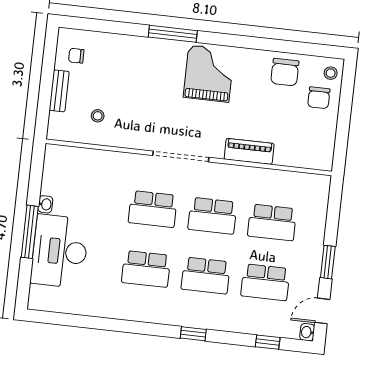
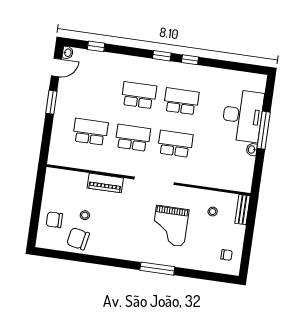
chair: (285, 72) -> (78, 239), turned -79
stool: (331, 73) -> (85, 215), moved
grand piano: (209, 74) -> (170, 226), moved
bench: (59, 91) -> (243, 210), moved
chair: (319, 98) -> (54, 220), turned -90
school desk: (265, 282) -> (96, 89), removed
window: (136, 327) -> (190, 60), added
window: (193, 334) -> (162, 56), moved

